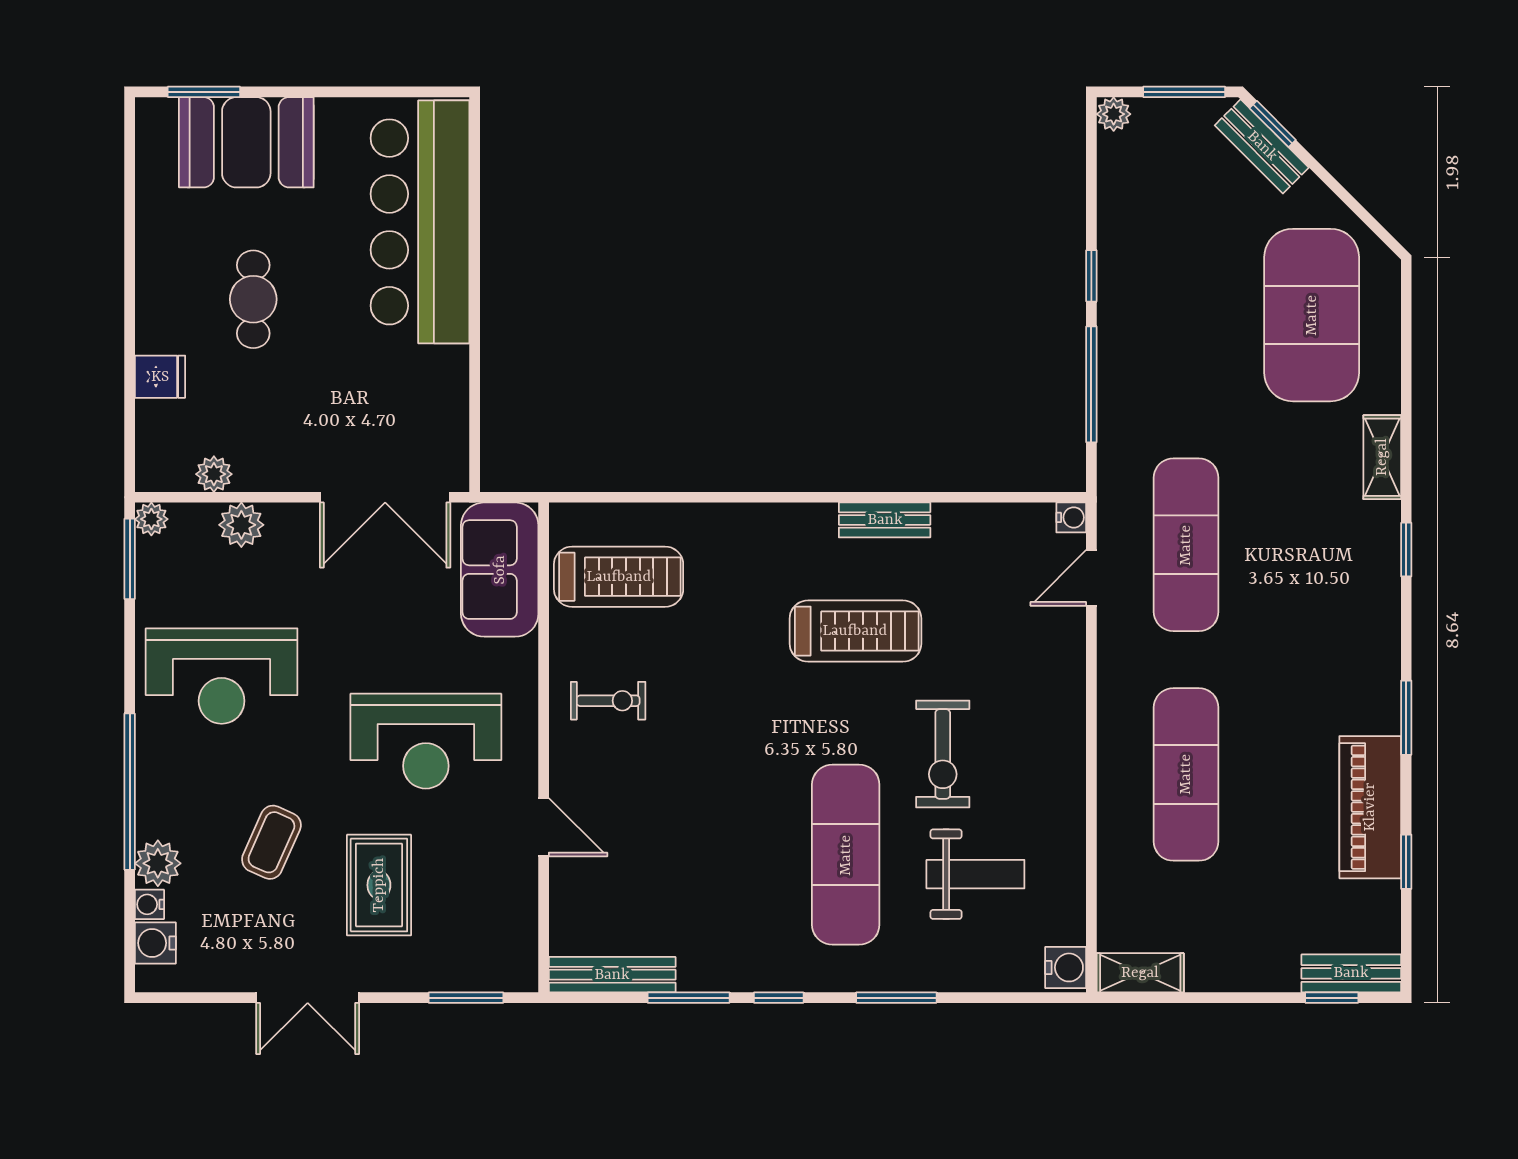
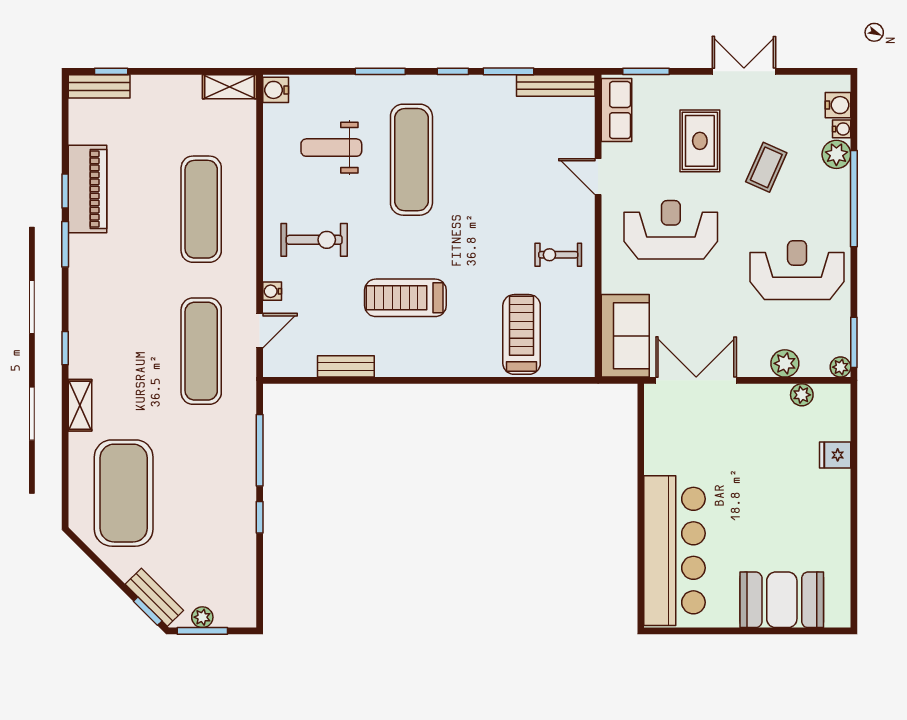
window: (204, 92) -> (808, 631), removed
plant: (1114, 114) -> (202, 617), moved
cafe table: (253, 299) -> (778, 503), removed
water cooler: (1071, 517) -> (272, 291), moved
bench: (885, 520) -> (346, 366), moved
treadmill: (619, 577) -> (522, 334), moved, turned 90
exercise bike: (943, 754) -> (314, 240), moved, turned 90
window: (1406, 862) -> (65, 191), moved
row of seats: (514, 935) -> (616, 110), added

